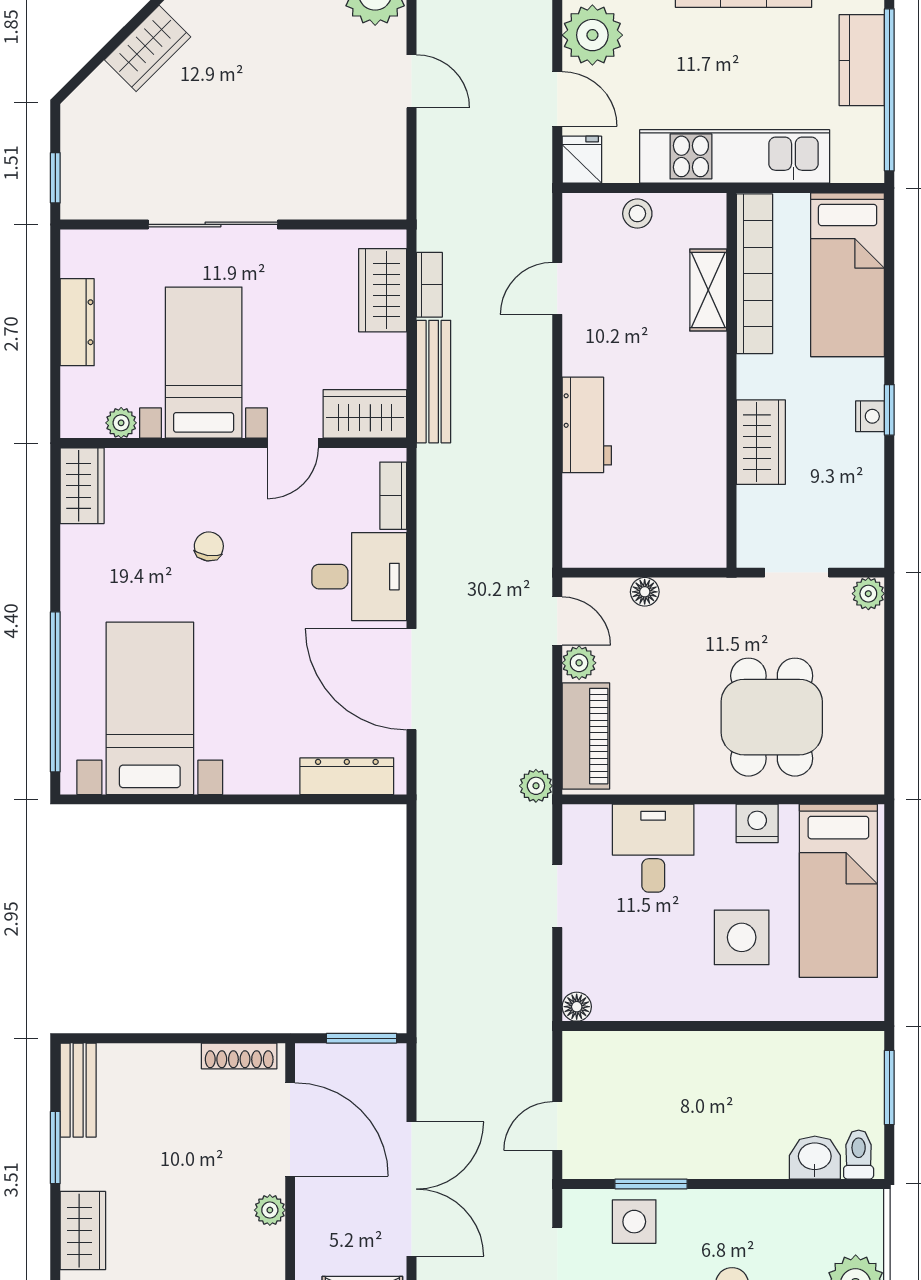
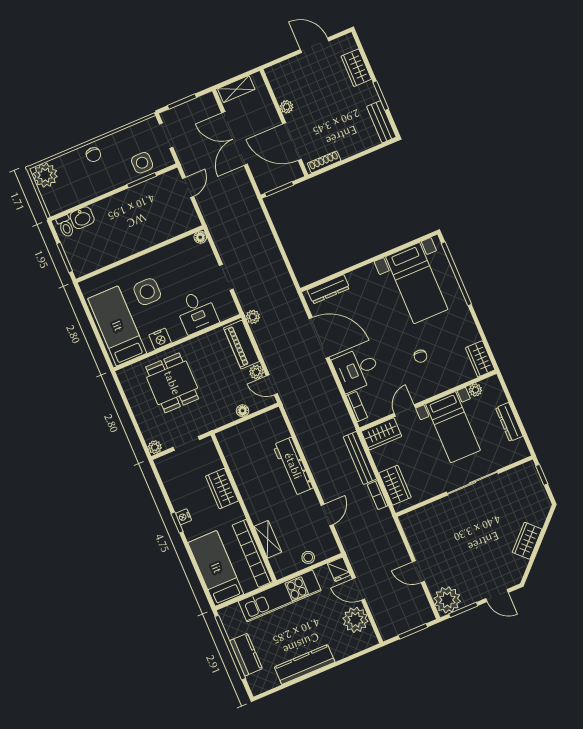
workbench: (587, 425) -> (293, 466), width x1.38

